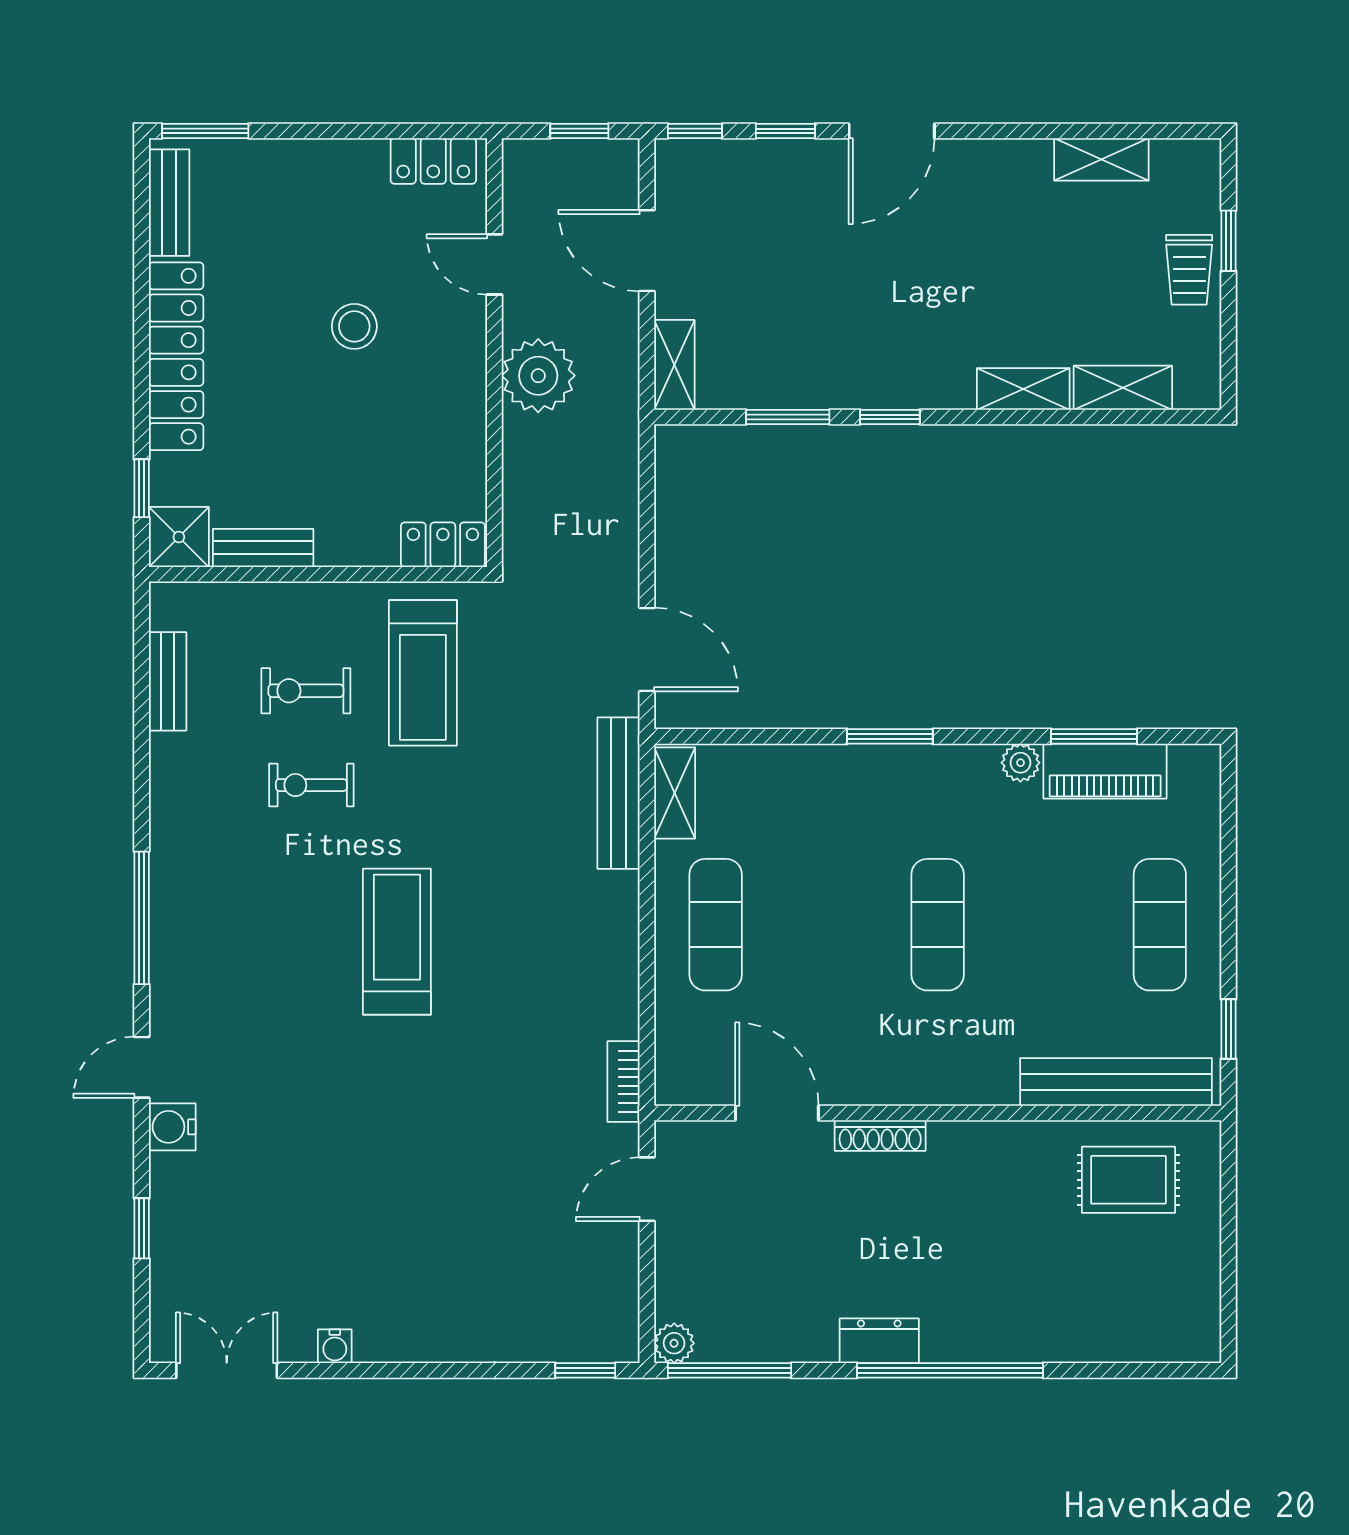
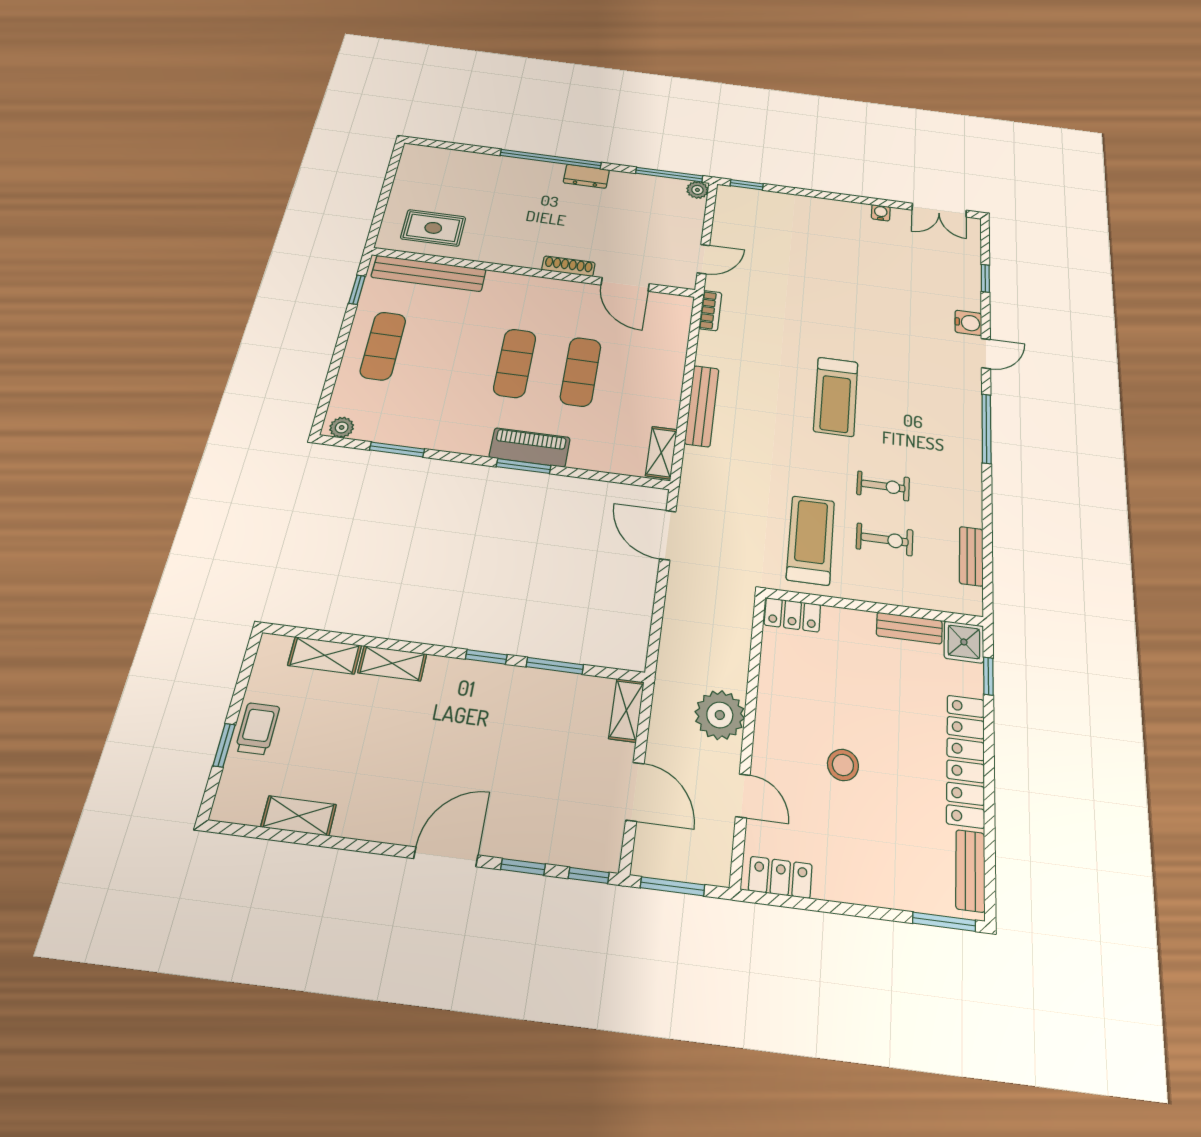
window: (579, 131) -> (673, 886), width x1.50
plant: (1020, 763) -> (342, 427), moved
piano: (1105, 771) -> (530, 447), moved
bench: (619, 793) -> (702, 406), moved
exercise mat: (716, 925) -> (581, 372), moved

